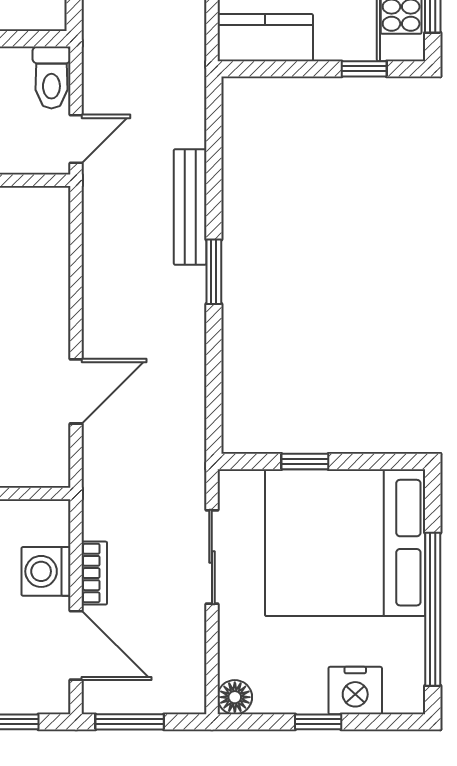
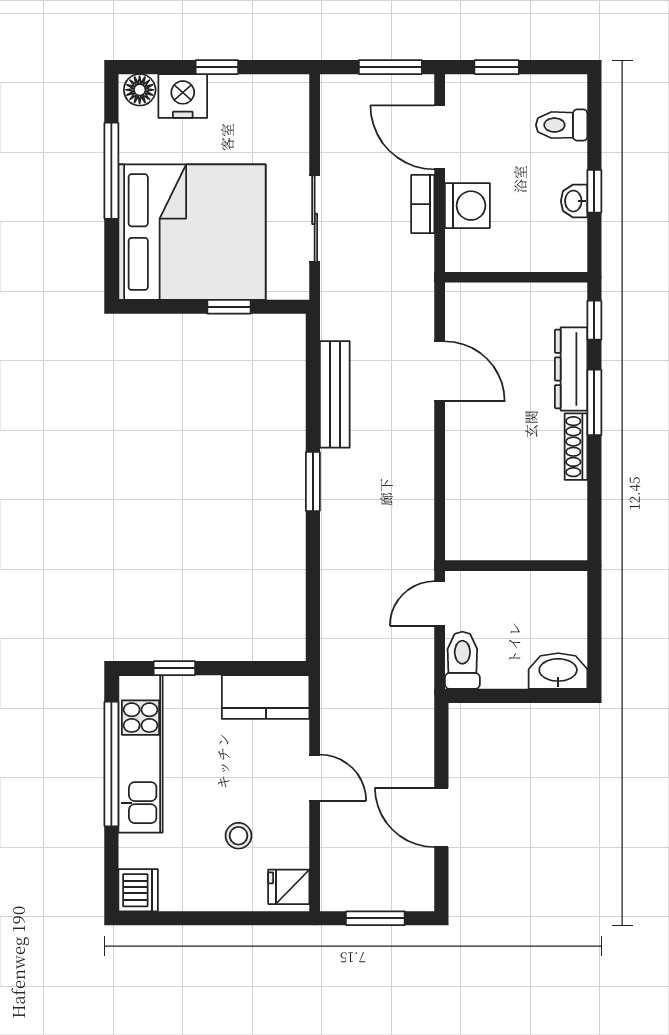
bench: (190, 207) -> (335, 394), moved
door: (76, 391) -> (440, 371), swing flipped
window: (433, 609) -> (111, 171), width x0.68
floor lamp: (235, 697) -> (140, 90), moved

